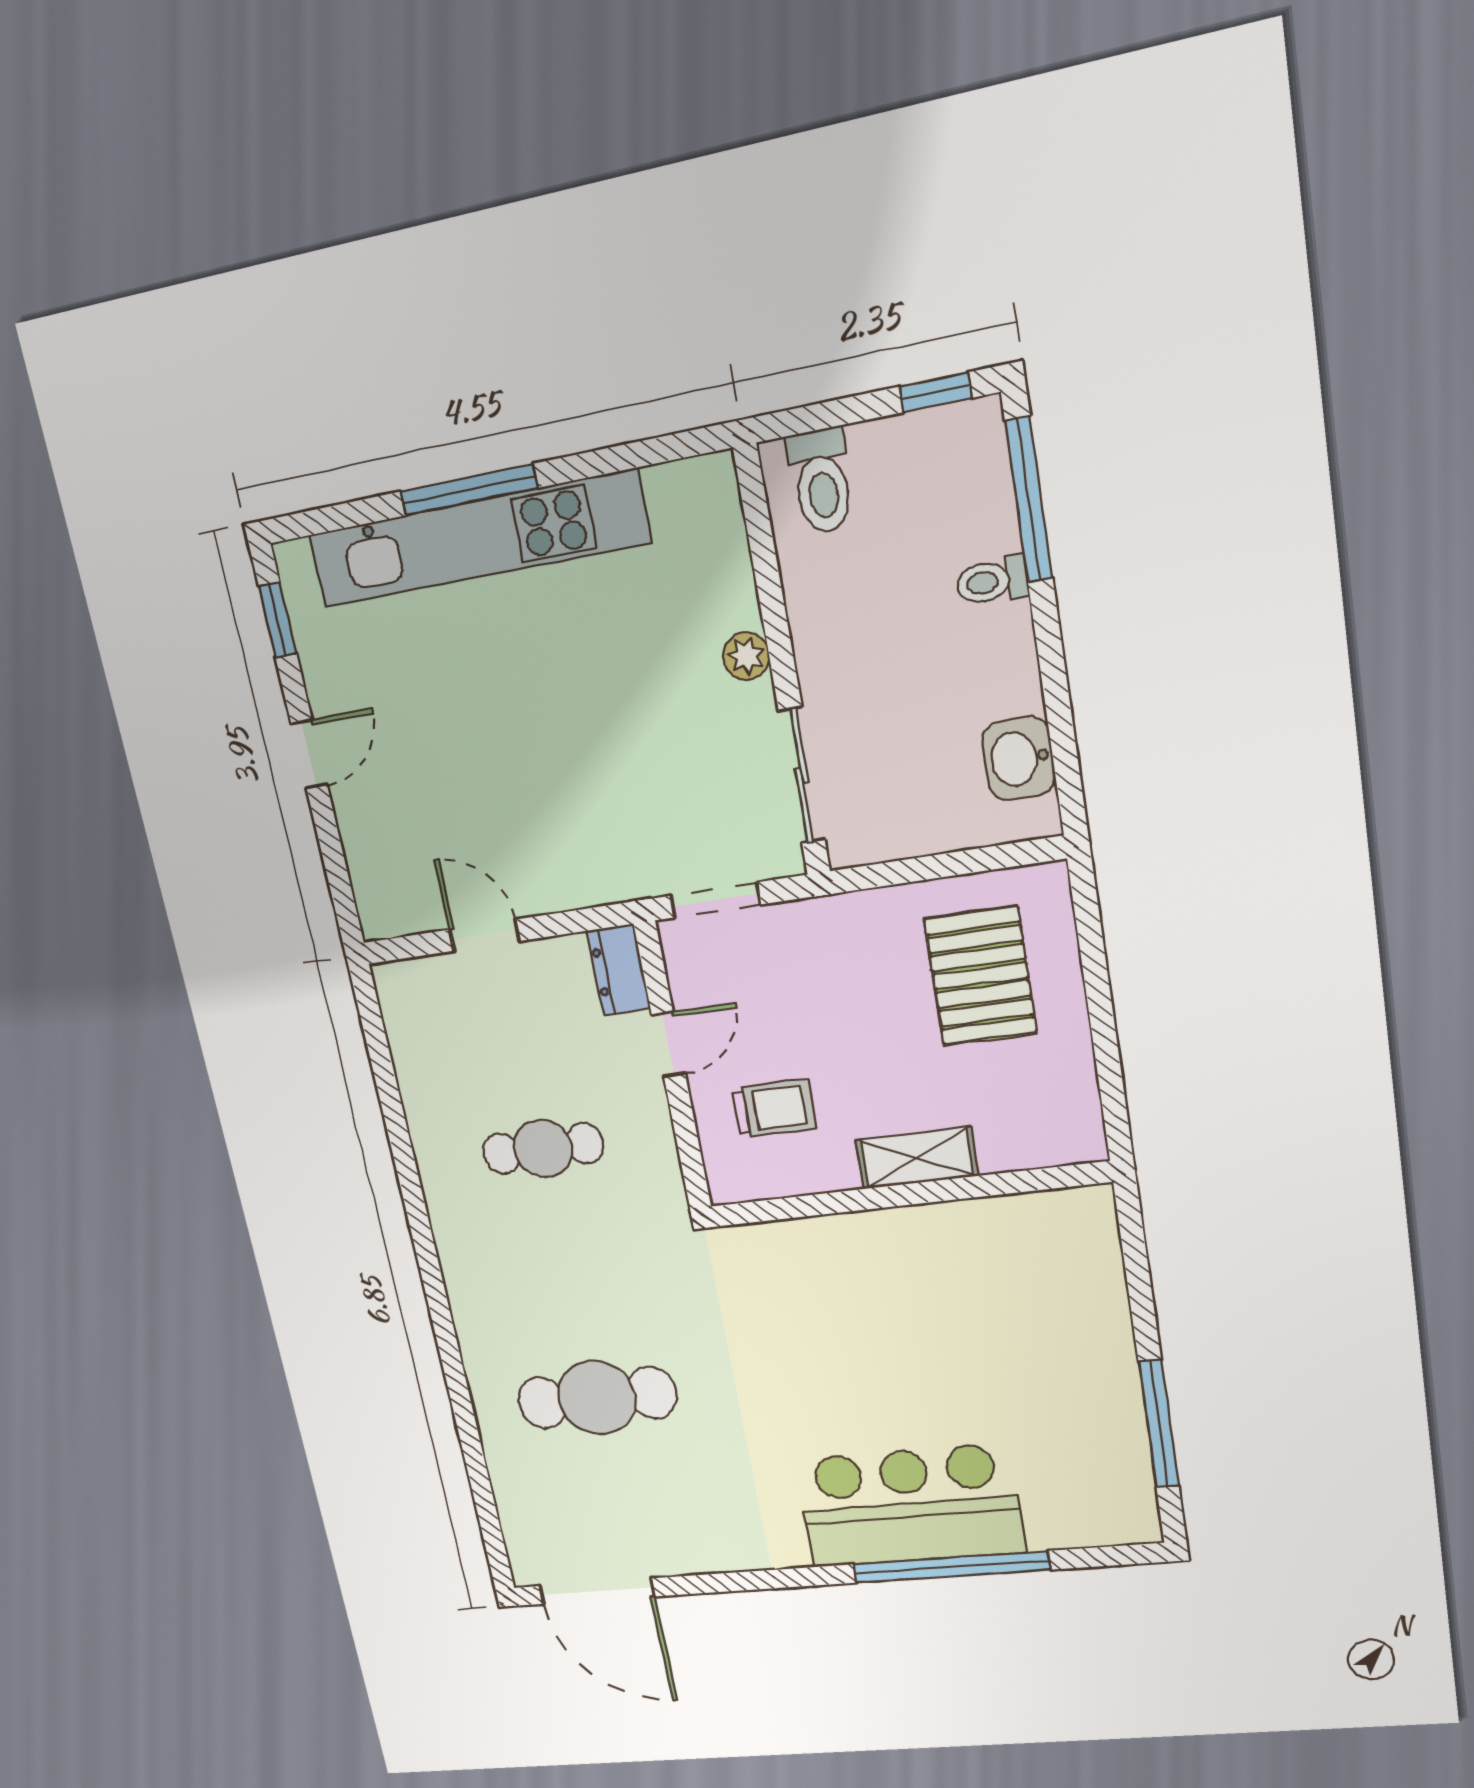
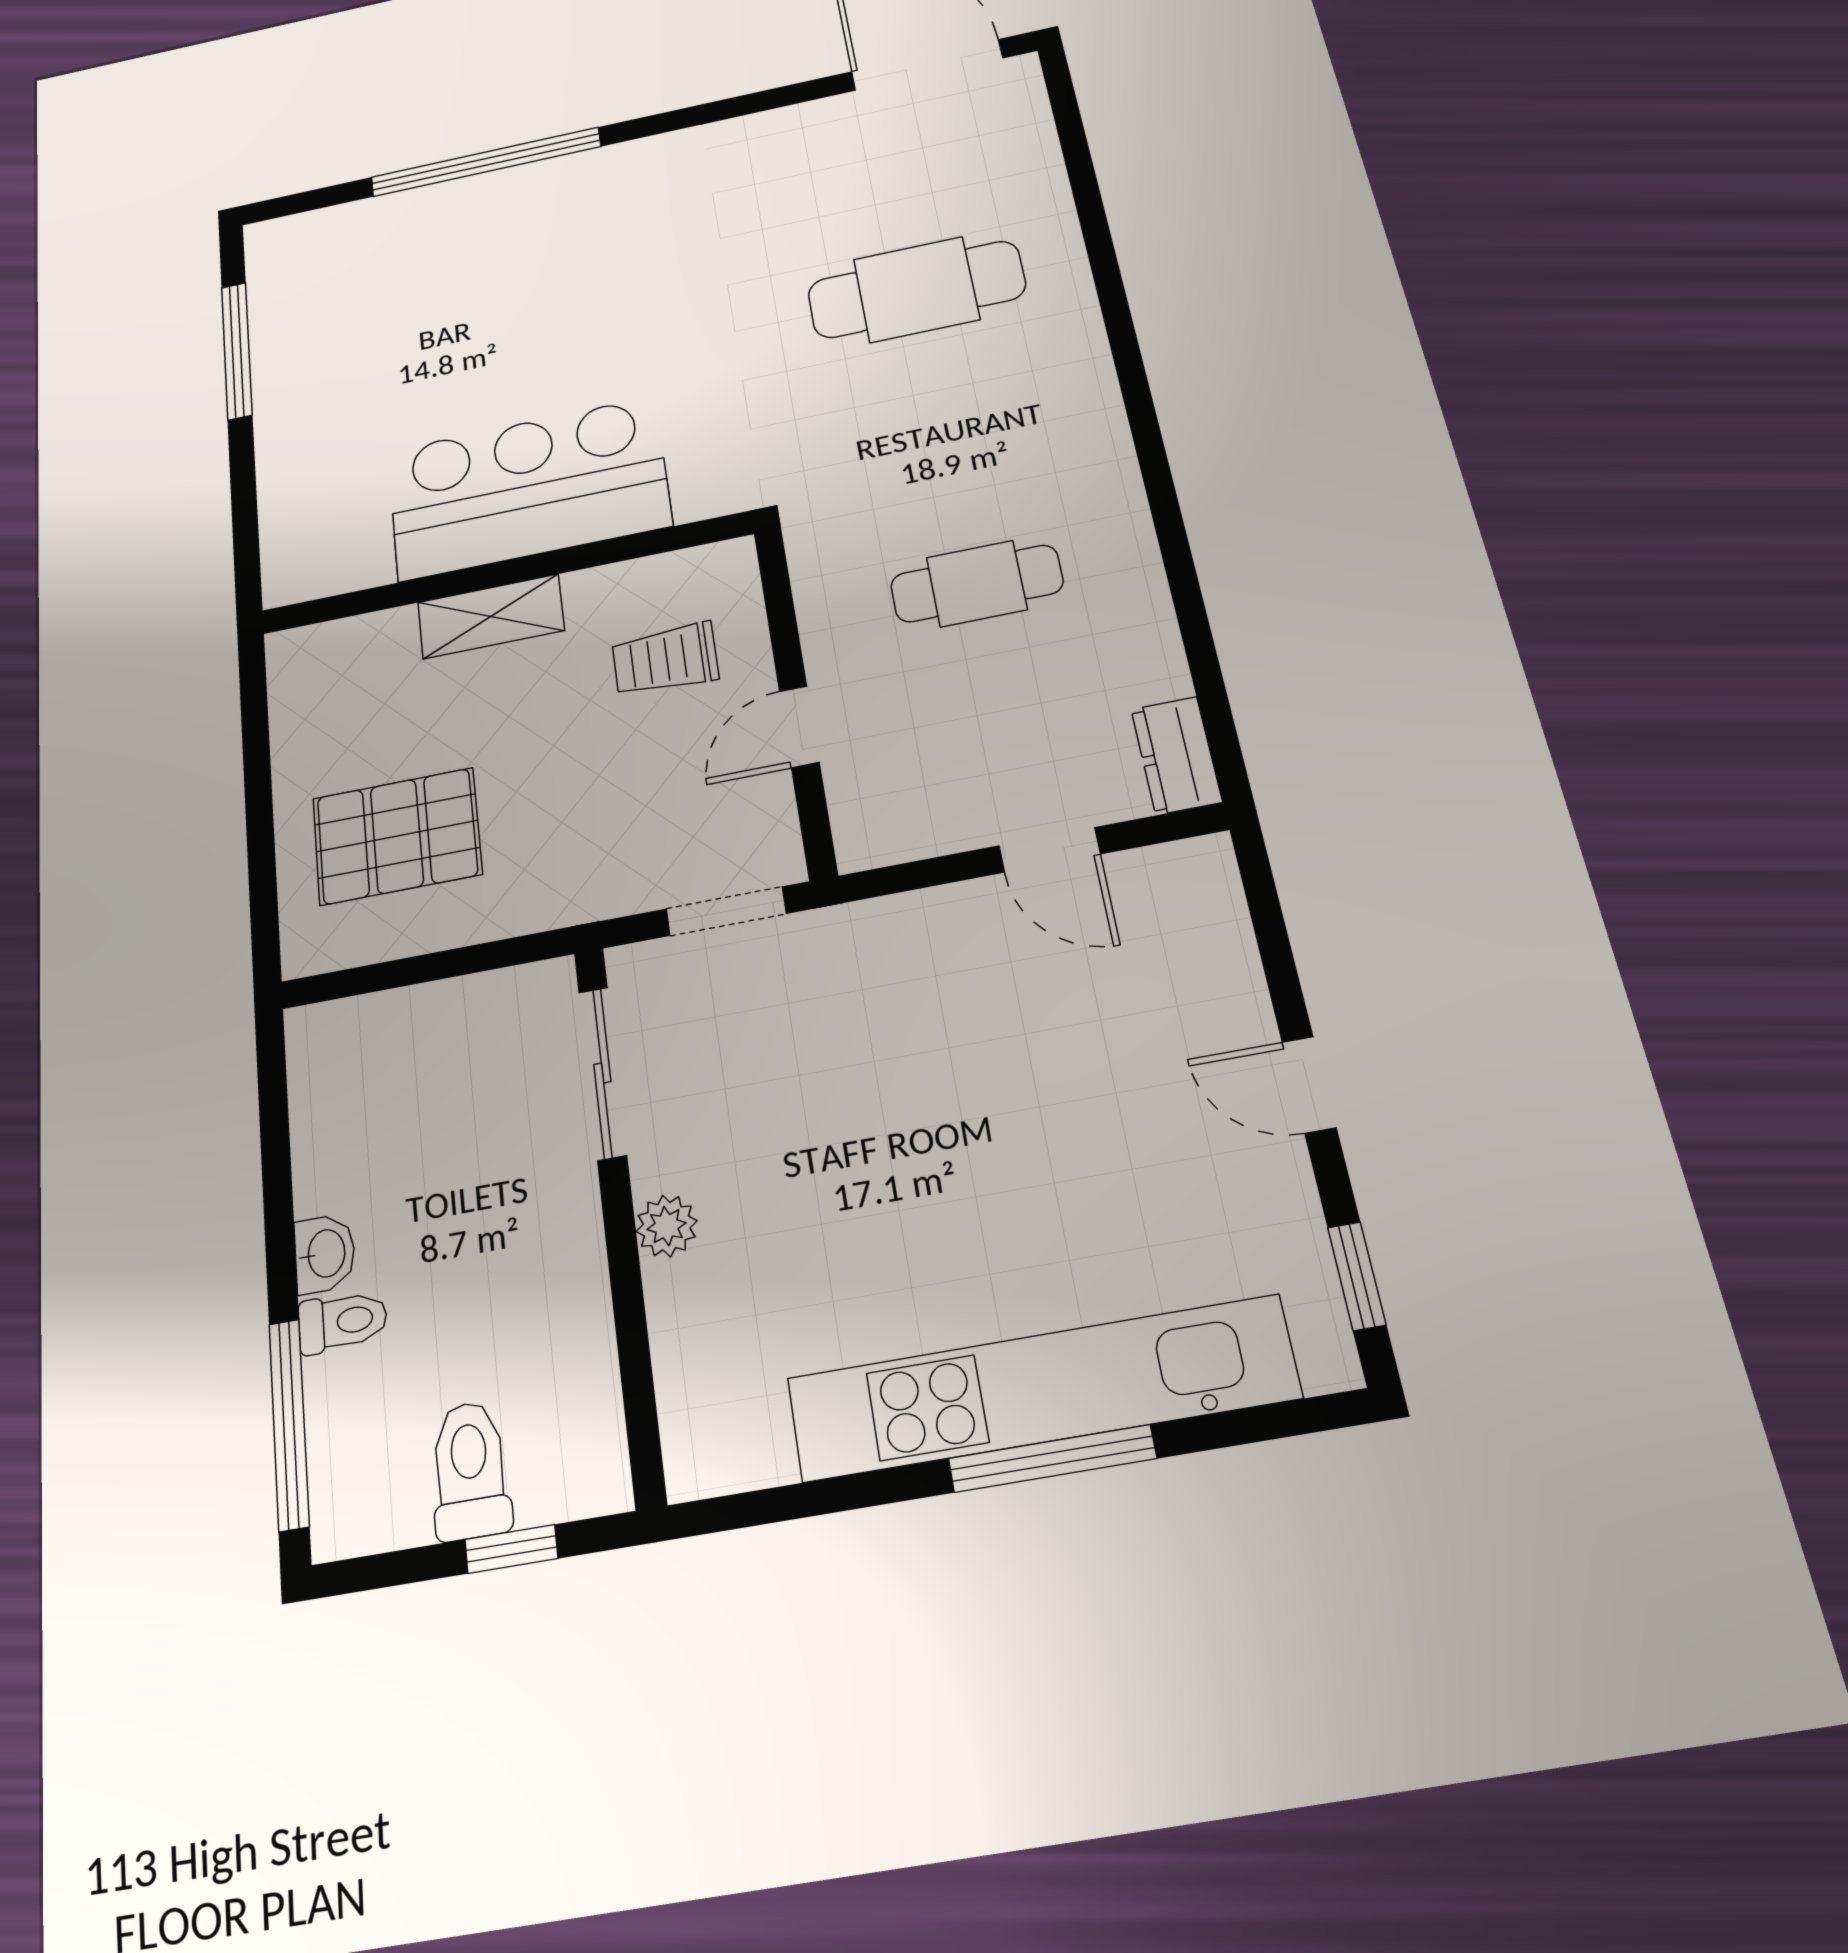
window: (935, 392) -> (511, 1549), moved
toilet: (821, 481) -> (470, 1470), moved
door: (309, 754) -> (1309, 1085), hinge flipped
washbasin: (1019, 758) -> (325, 1254), moved, width x0.72, depth x0.69
dresser: (619, 970) -> (1176, 756), moved, turned 180
pallet: (980, 976) -> (397, 836), turned 90
bar counter: (910, 1506) -> (528, 488), moved, turned 180

